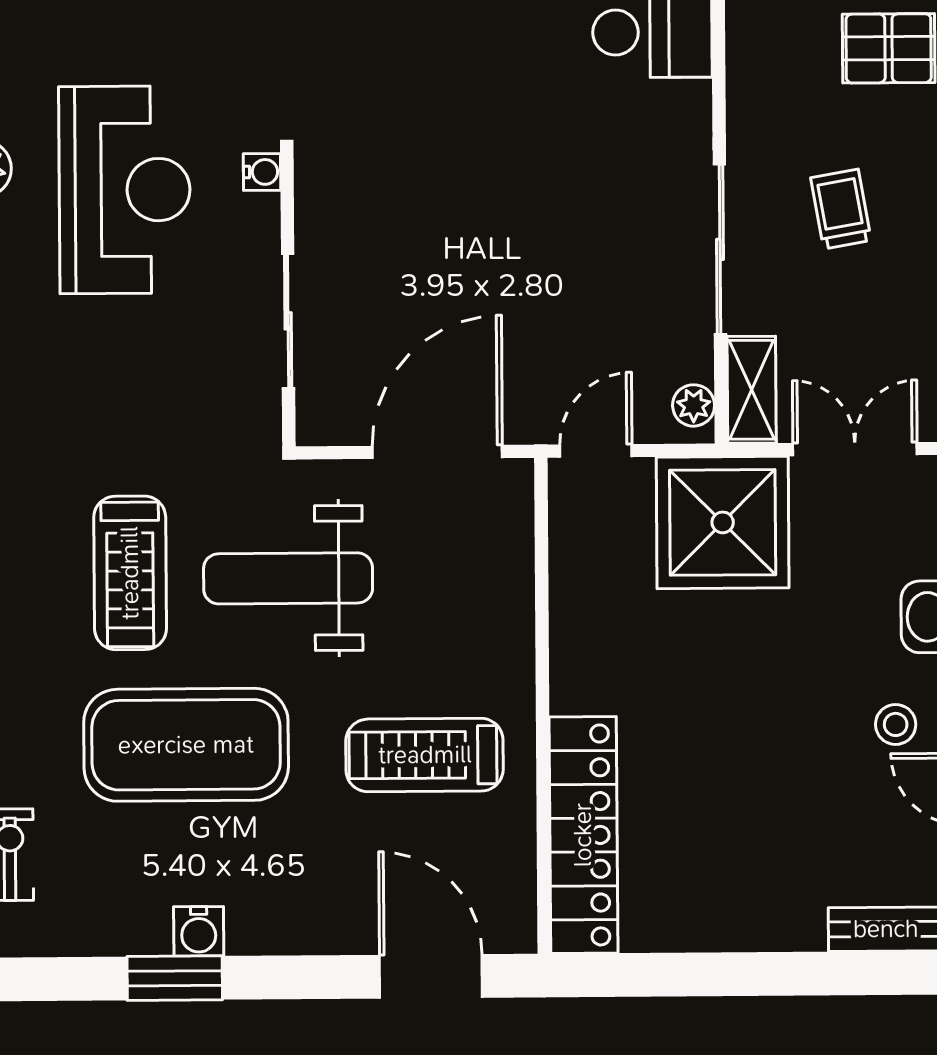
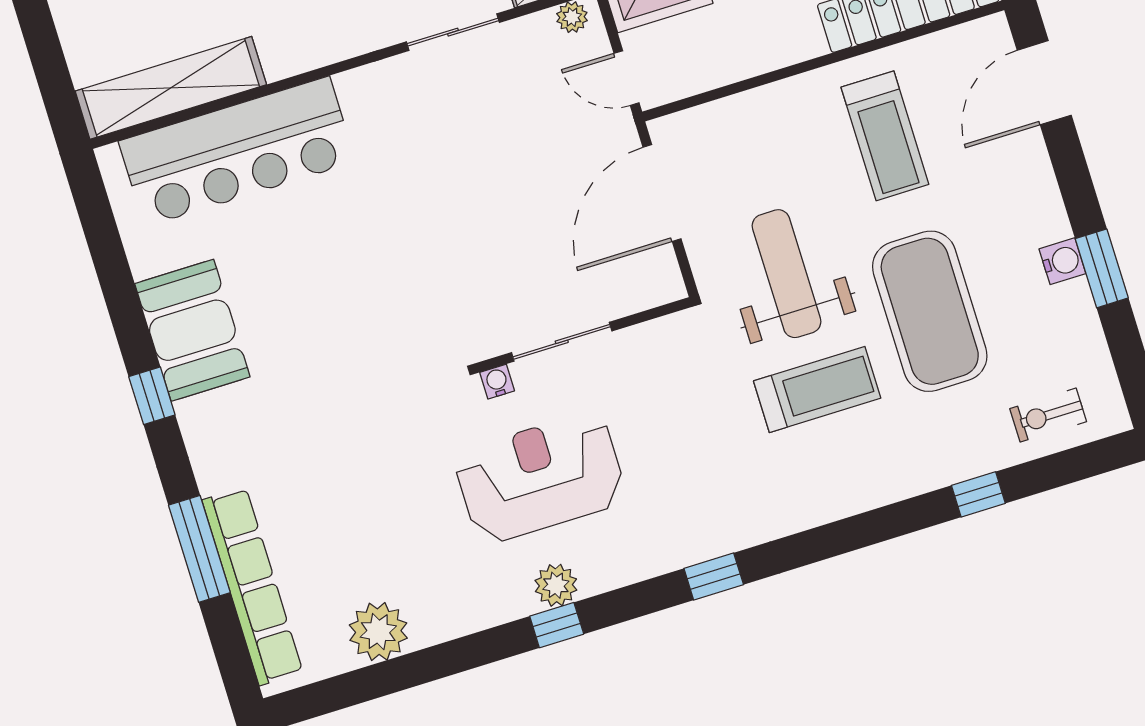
sliding door: (720, 249) -> (453, 32), width x0.73
sliding door: (288, 321) -> (562, 342), moved
door: (437, 452) -> (662, 193), hinge flipped
weight bench: (288, 578) -> (787, 274), turned 180

